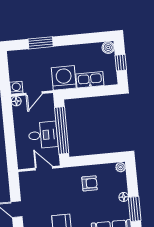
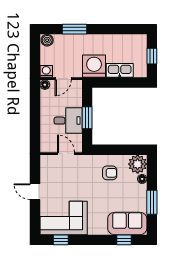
boiler: (108, 48) -> (47, 40), moved
window: (62, 130) -> (87, 118), width x0.47
plant: (121, 167) -> (138, 164), width x1.87, depth x1.87
floor lamp: (124, 197) -> (142, 179), moved

